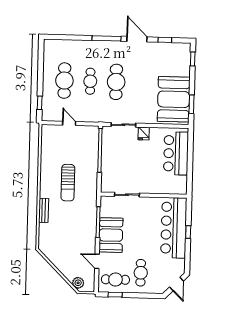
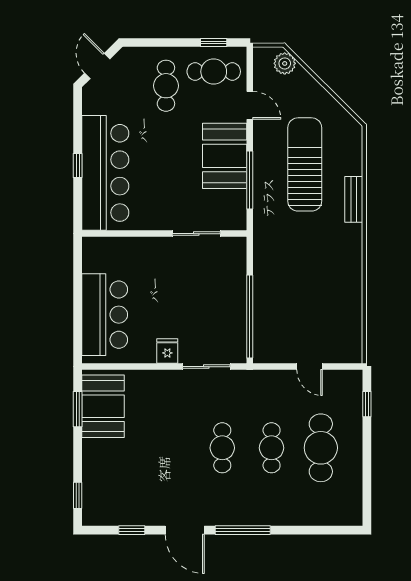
cafe table: (116, 82) -> (222, 448), width x0.73, depth x0.74
booth: (174, 99) -> (103, 406), width x0.73, depth x0.70
sun lounger: (68, 183) -> (305, 164), moved, width x1.36, depth x1.34

